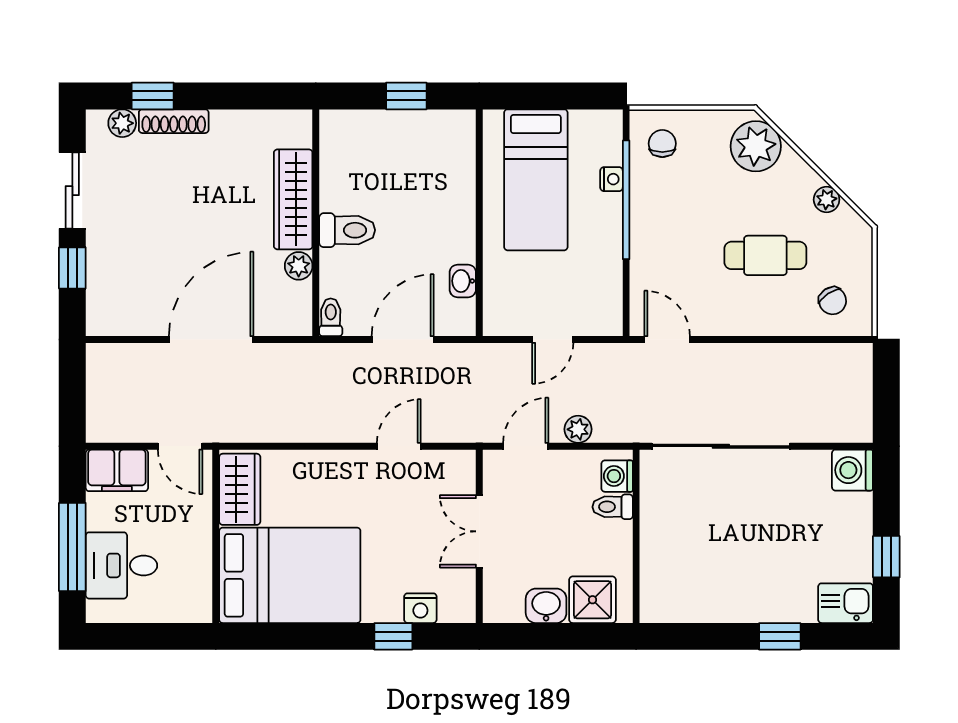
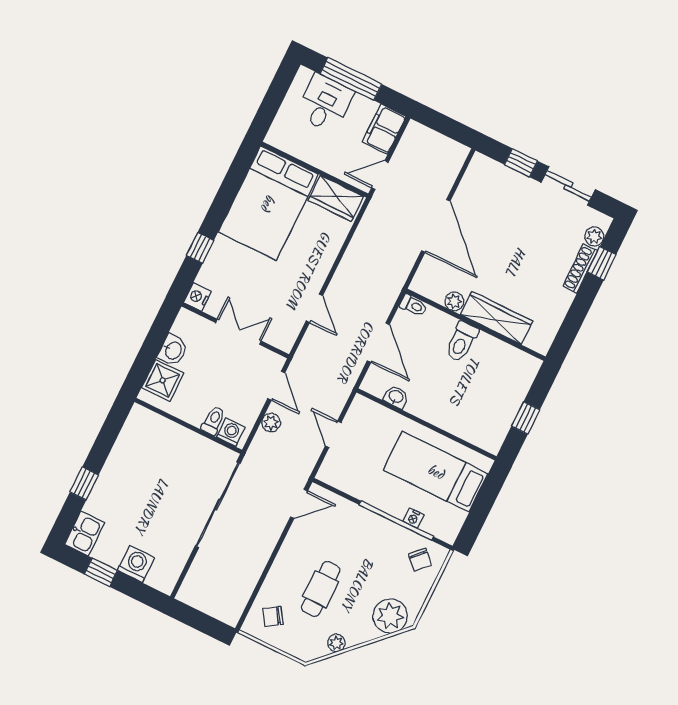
chair: (662, 144) -> (420, 560), turned 45
washing machine: (852, 470) -> (136, 564), moved
nightstand: (420, 608) -> (197, 297), moved

